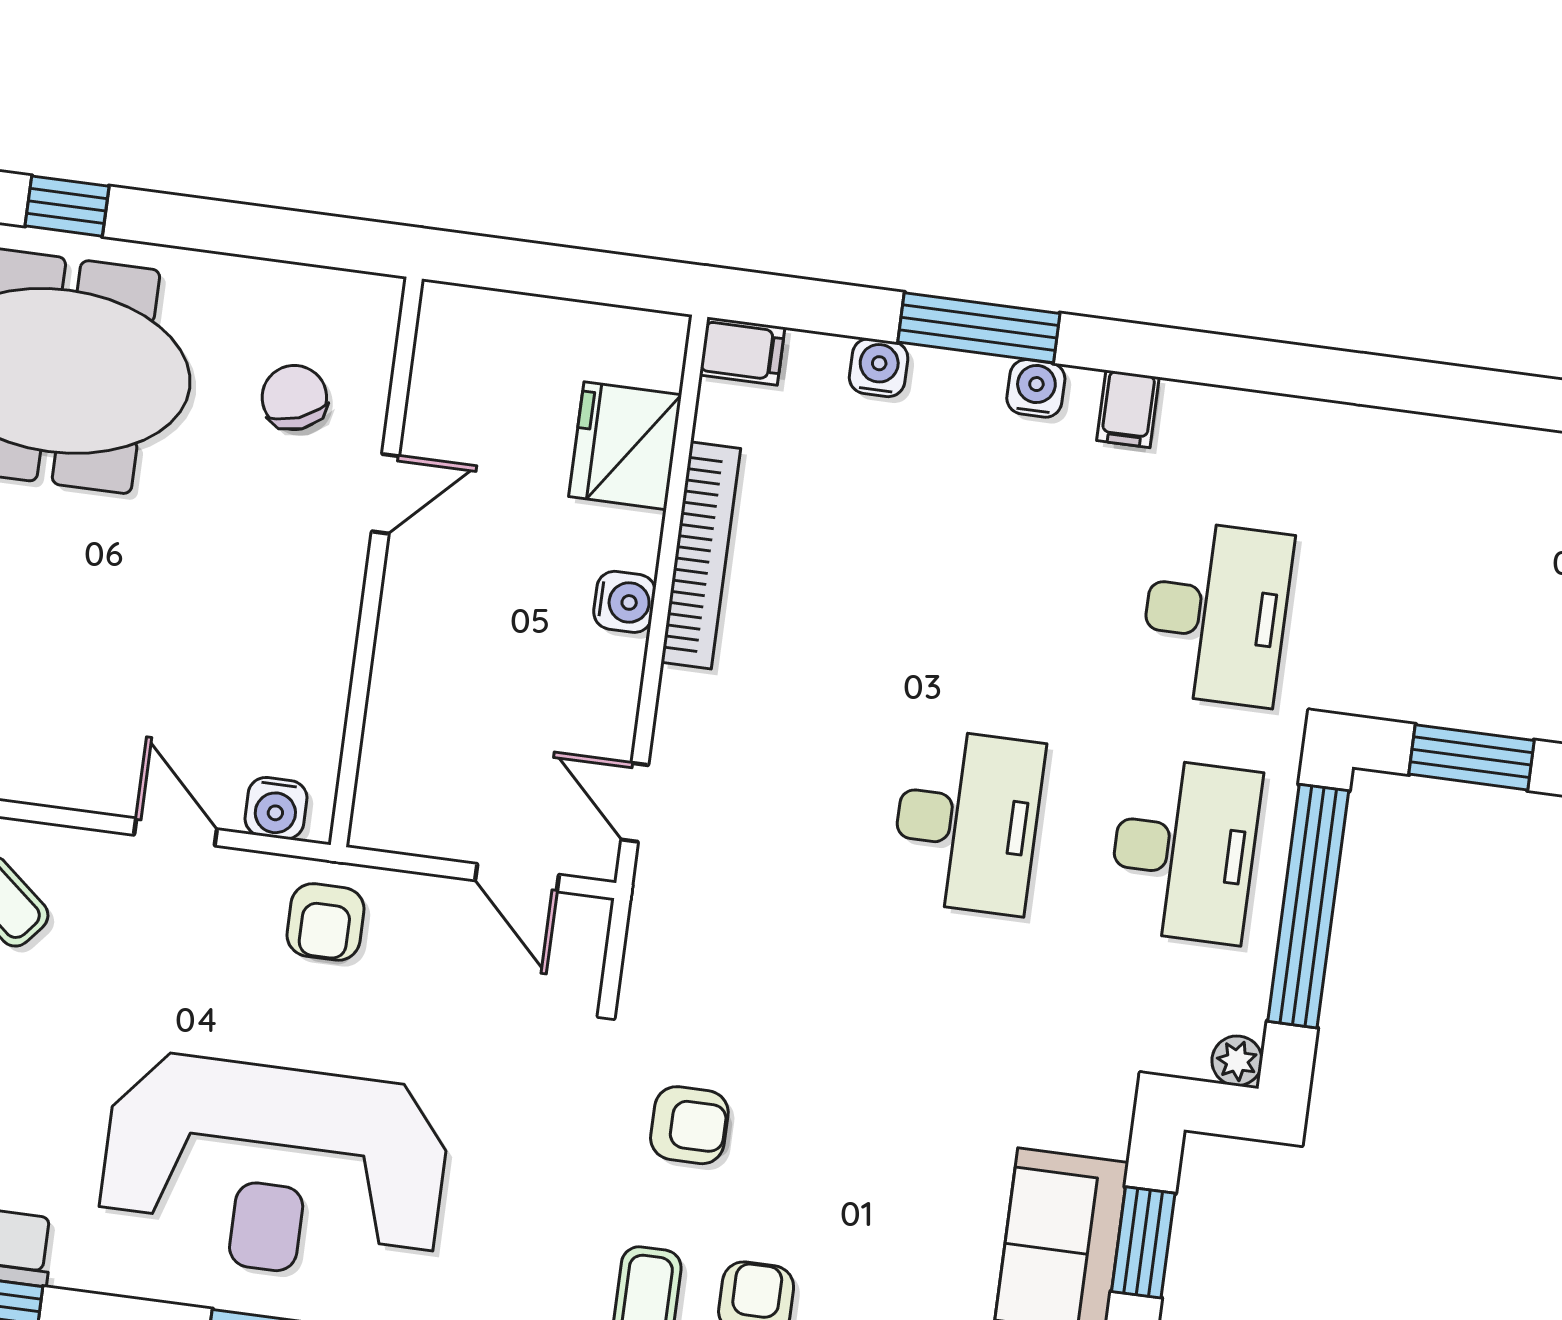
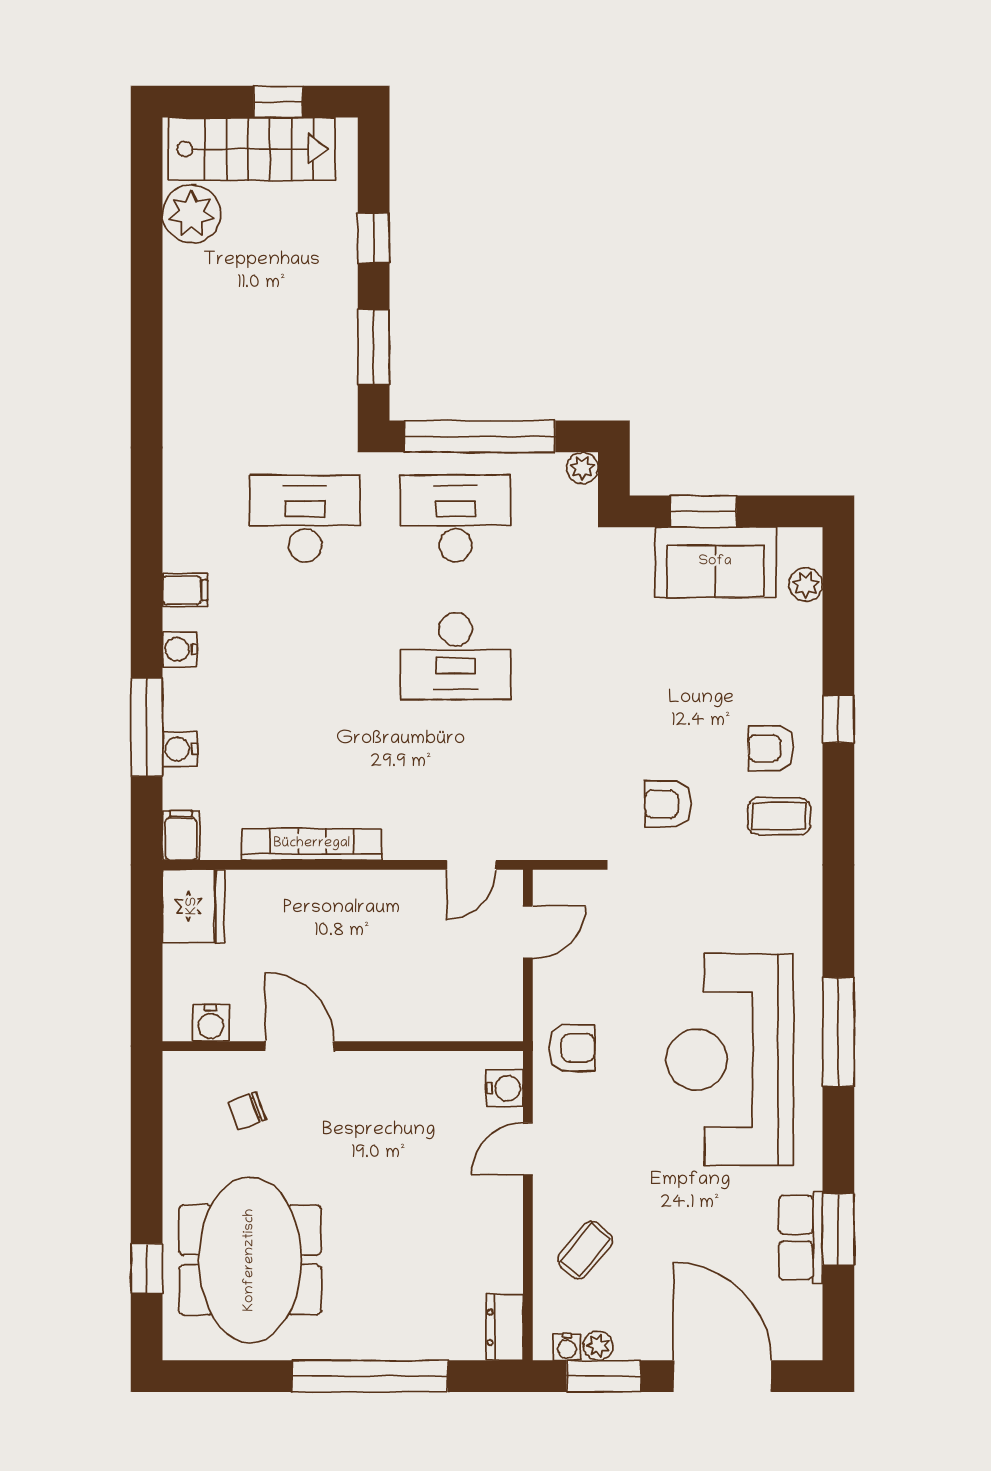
window: (979, 328) -> (147, 727), moved
chair: (294, 397) -> (247, 1111), width x0.73, depth x0.73
fridge: (625, 446) -> (193, 906), moved, turned -90
door: (385, 494) -> (300, 1046), width x1.38
water cooler: (624, 602) -> (211, 1023), moved, turned 180
desk: (967, 821) -> (456, 656), turned 180
armchair: (689, 1125) -> (668, 804), turned -90
reception desk: (274, 1169) -> (730, 1059), turned 180

